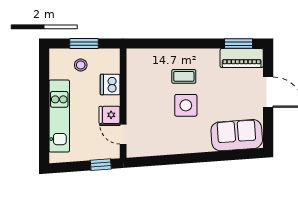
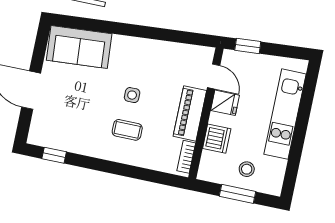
window: (239, 43) -> (54, 155), width x0.67
piano: (242, 58) -> (190, 113), moved, turned -90
bookcase: (132, 65) -> (186, 157), added
side table: (186, 105) -> (132, 95), width x0.54, depth x0.54

